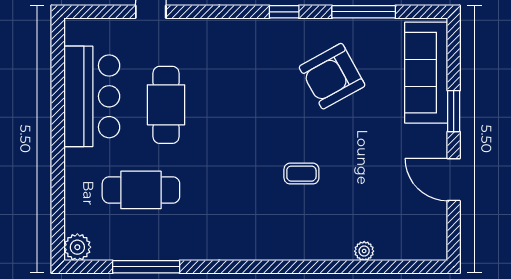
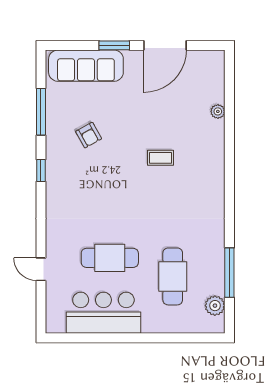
armchair: (332, 76) -> (89, 135), width x0.53, depth x0.53
coffee table: (301, 174) -> (161, 158), turned 90
door: (454, 180) -> (165, 45), width x1.36
plant: (77, 247) -> (215, 306), moved

